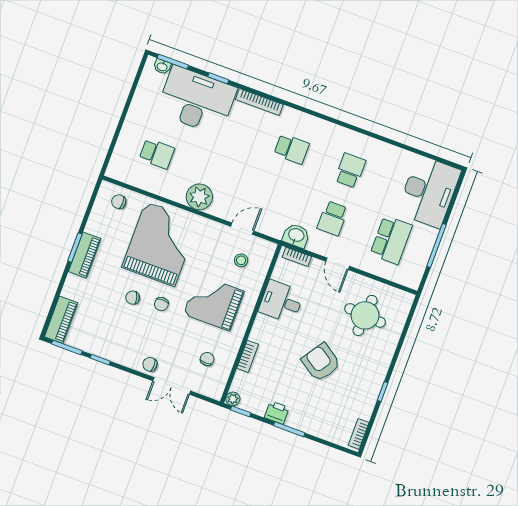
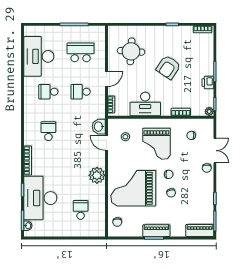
desk: (429, 192) -> (39, 56), moved, turned -90
school desk: (333, 218) -> (81, 92), turned 180
washbasin: (296, 236) -> (99, 127), moved
desk: (281, 302) -> (145, 104), width x1.37

